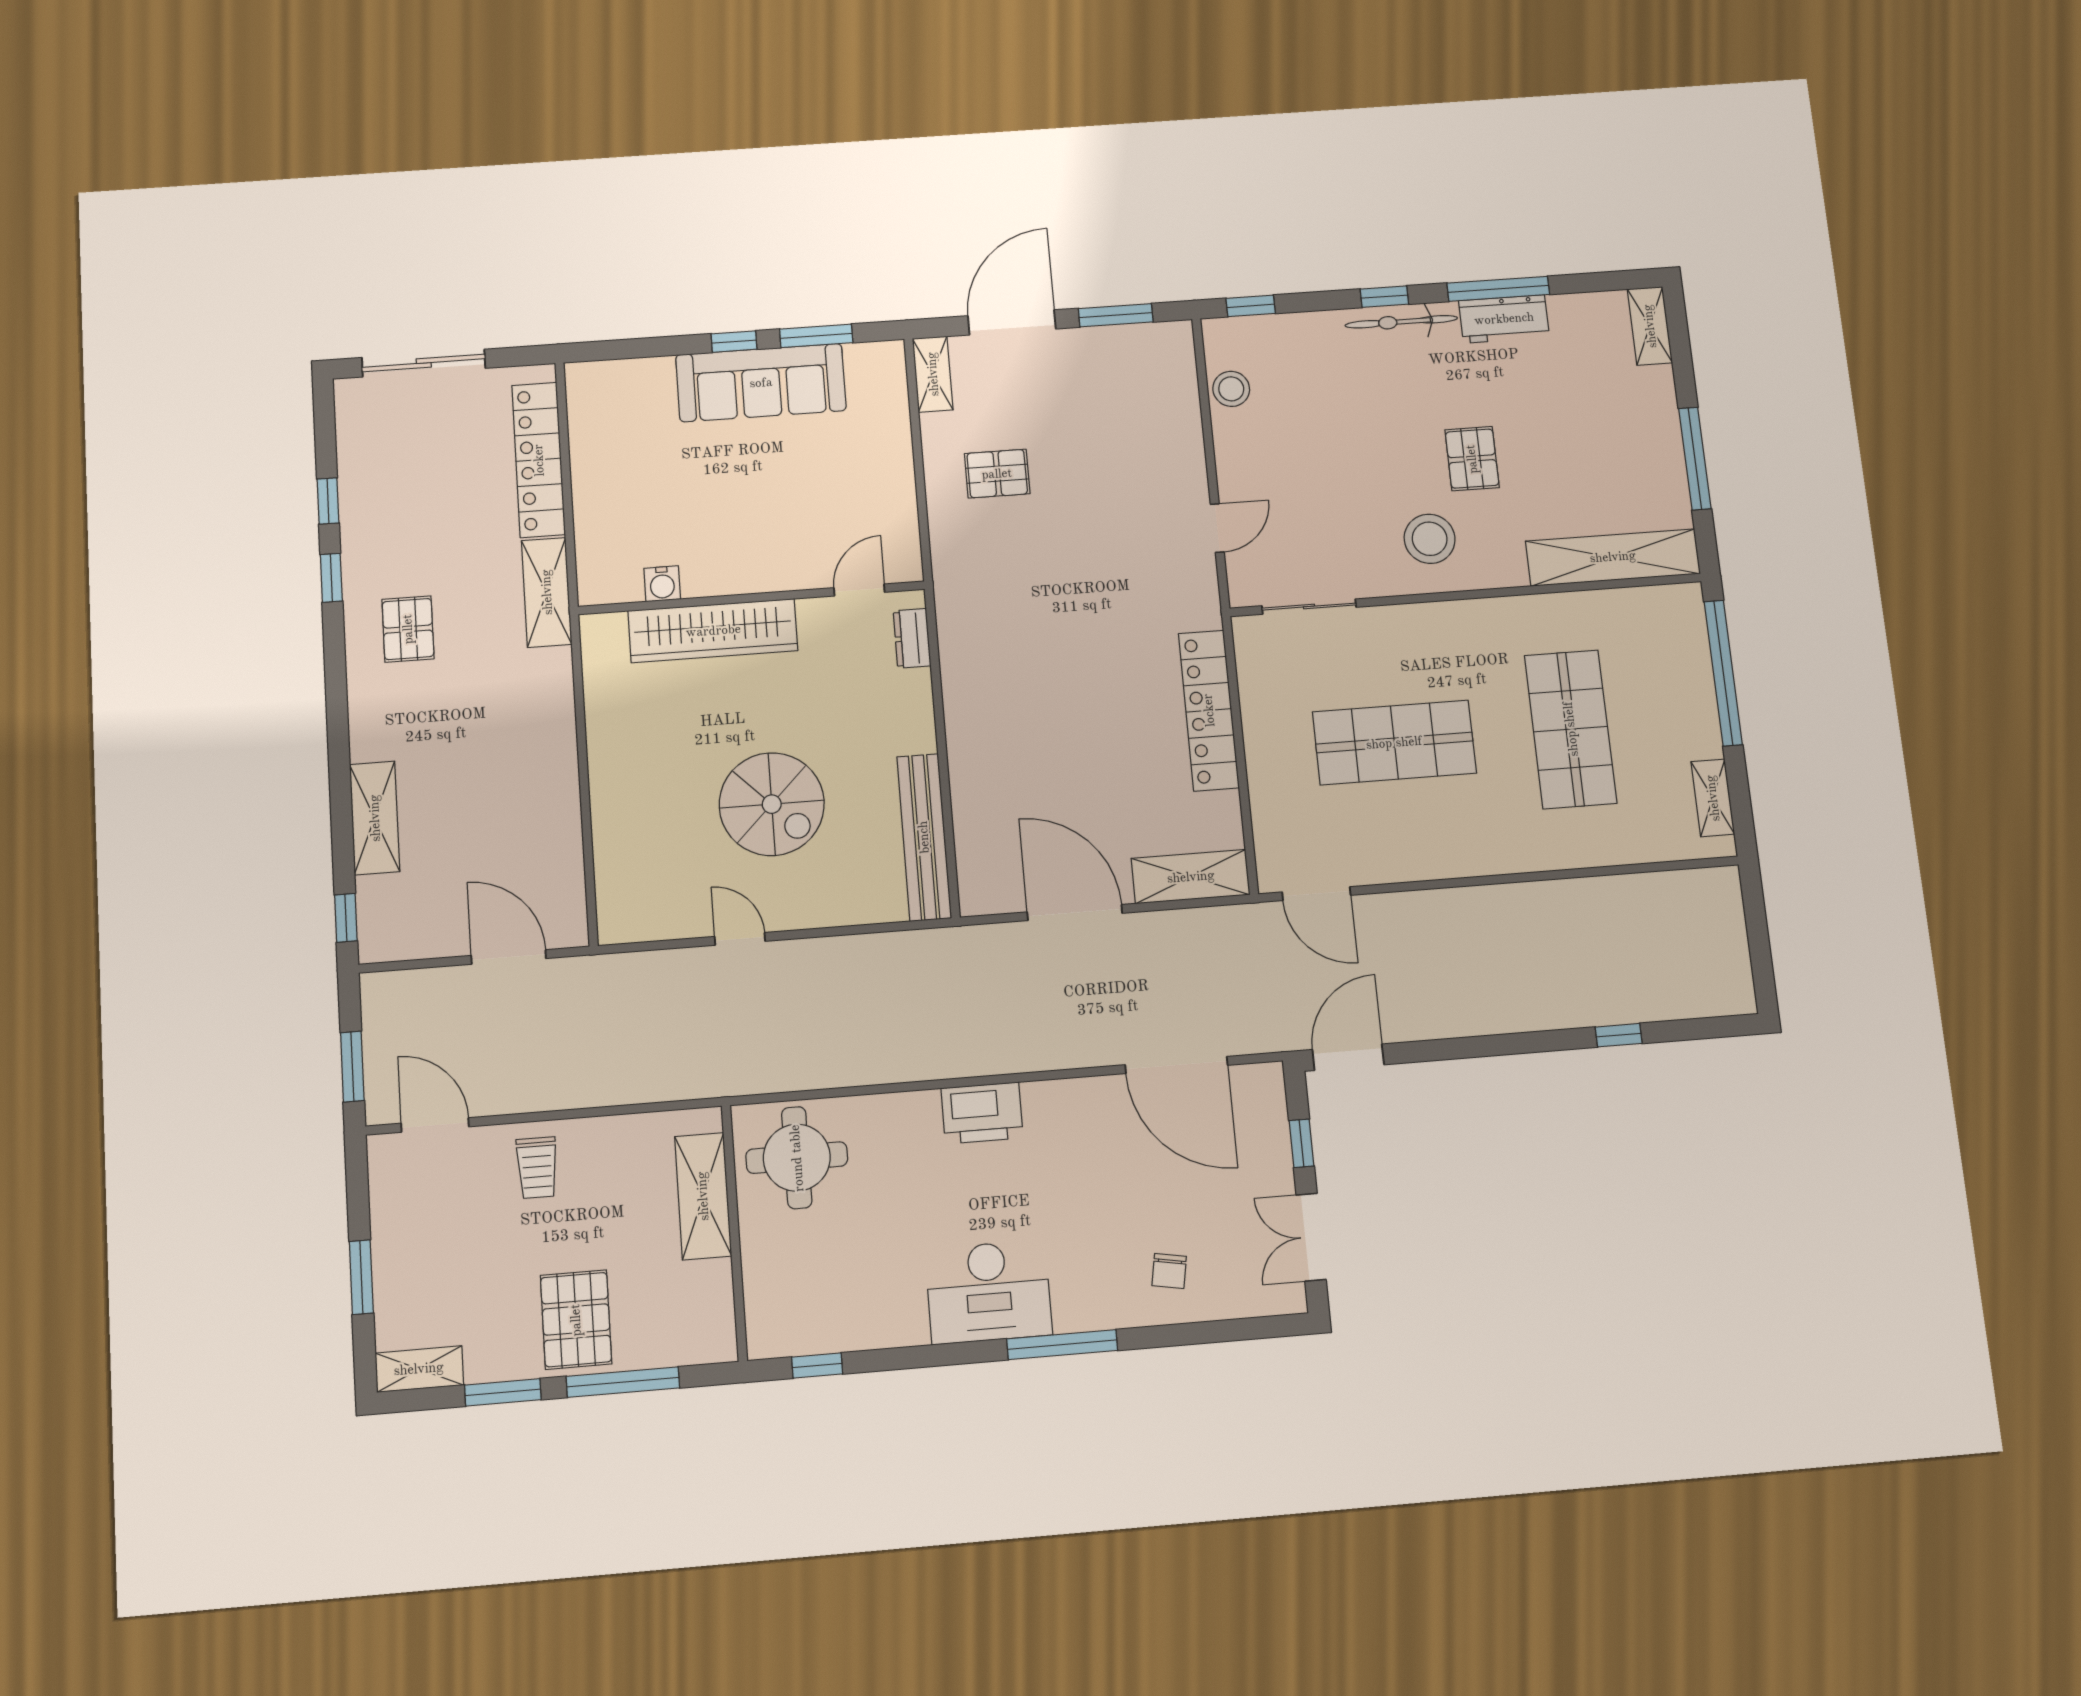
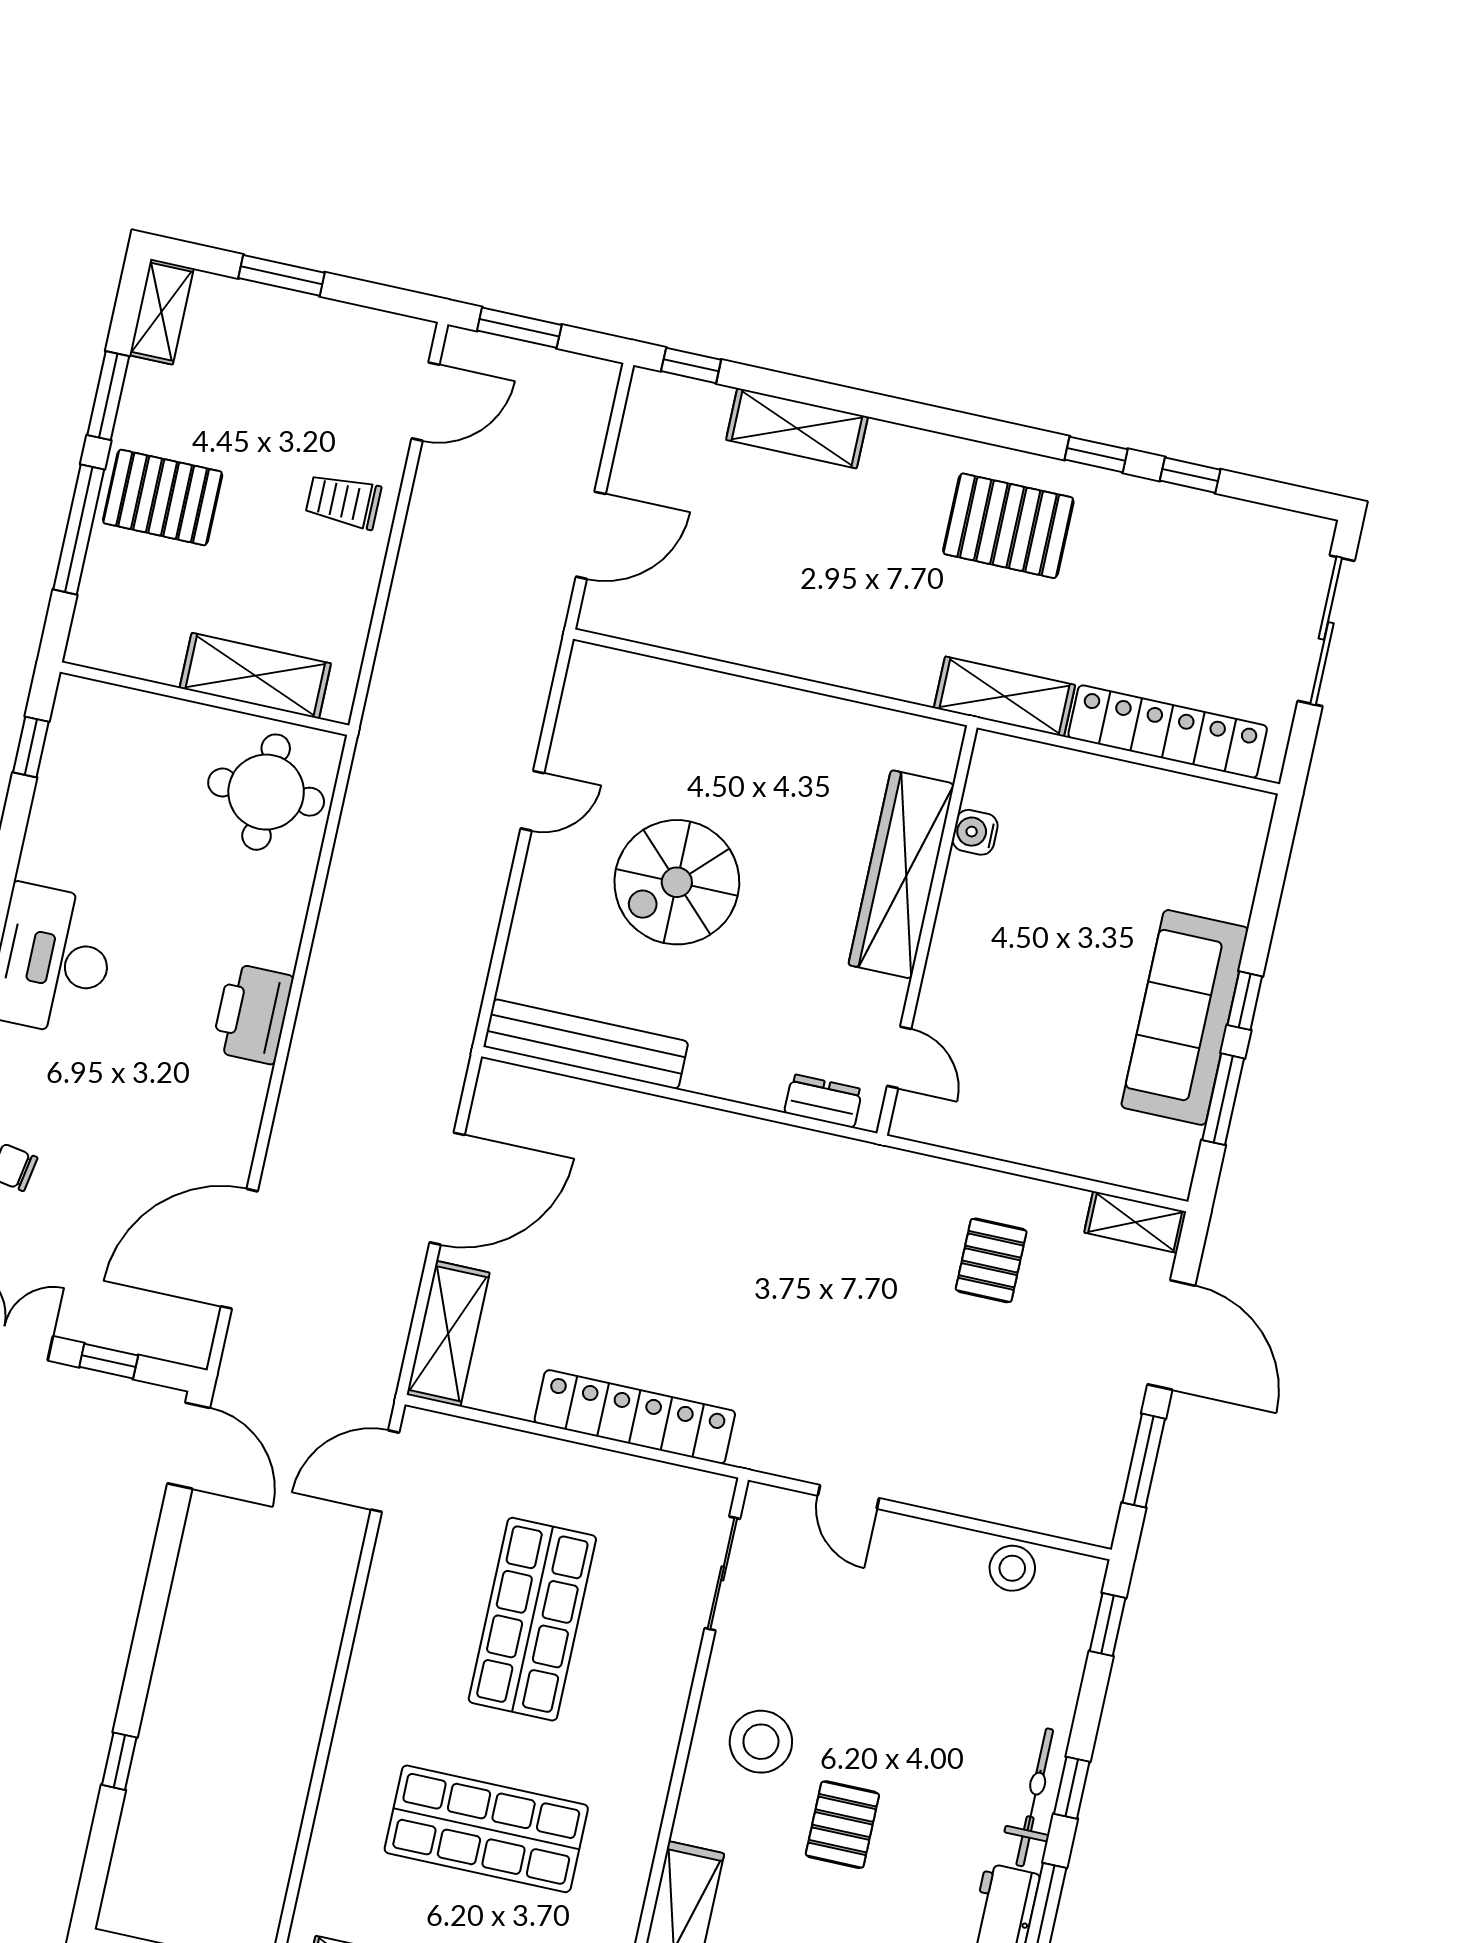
pallet: (1472, 459) -> (842, 1825), turned 90
pallet: (408, 629) -> (1008, 526), width x1.50, depth x1.42

